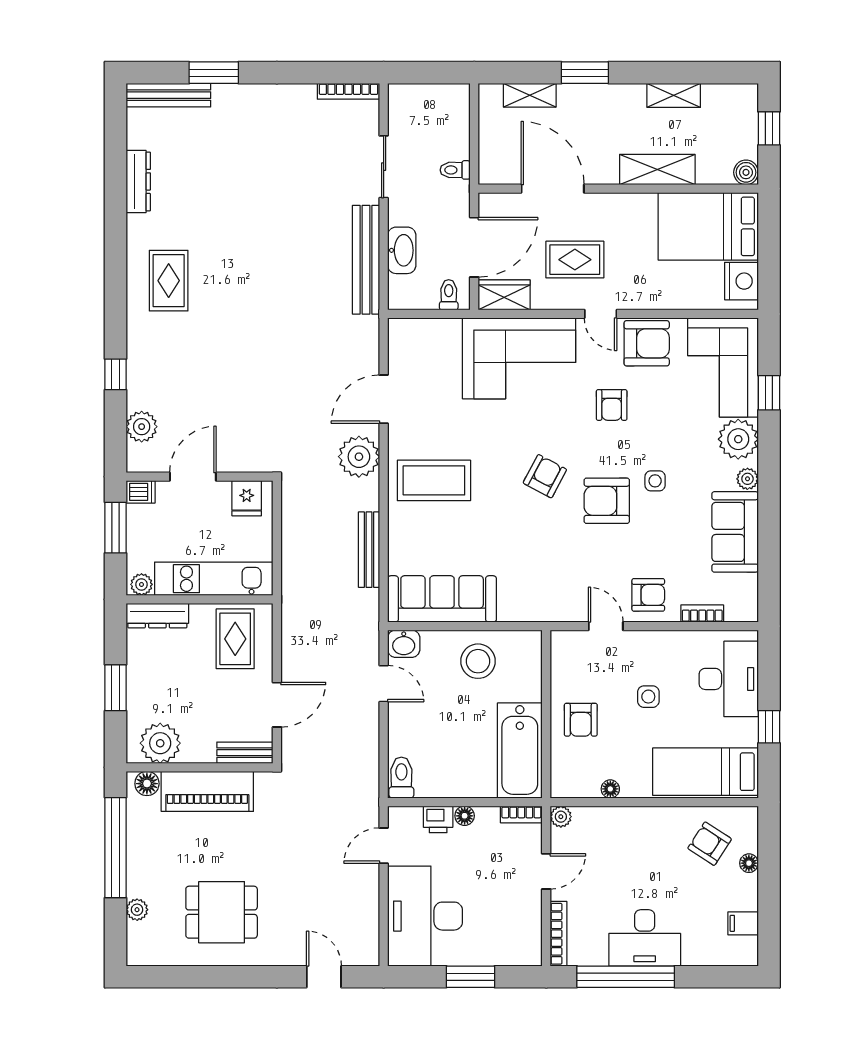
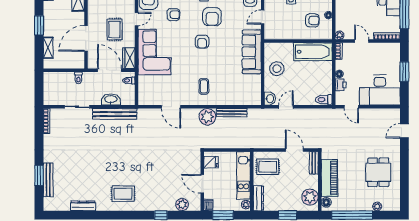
bench: (168, 95) -> (48, 180), moved
plant: (359, 457) -> (207, 117), moved
armchair: (545, 476) -> (202, 42), turned -118
coffee table: (434, 480) -> (204, 86), width x0.54, depth x0.58
sofa: (442, 599) -> (252, 52), moved
armchair: (581, 720) -> (312, 20), moved

